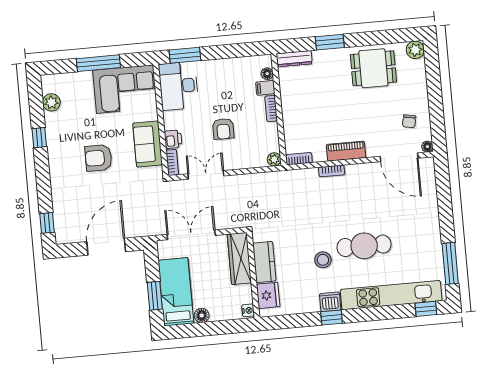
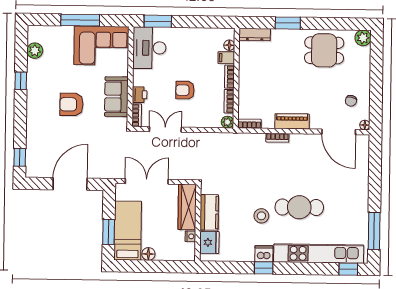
armchair: (223, 129) -> (185, 90), turned 90
bookcase: (273, 136) -> (229, 101), added
nightstand: (248, 310) -> (190, 236), moved

